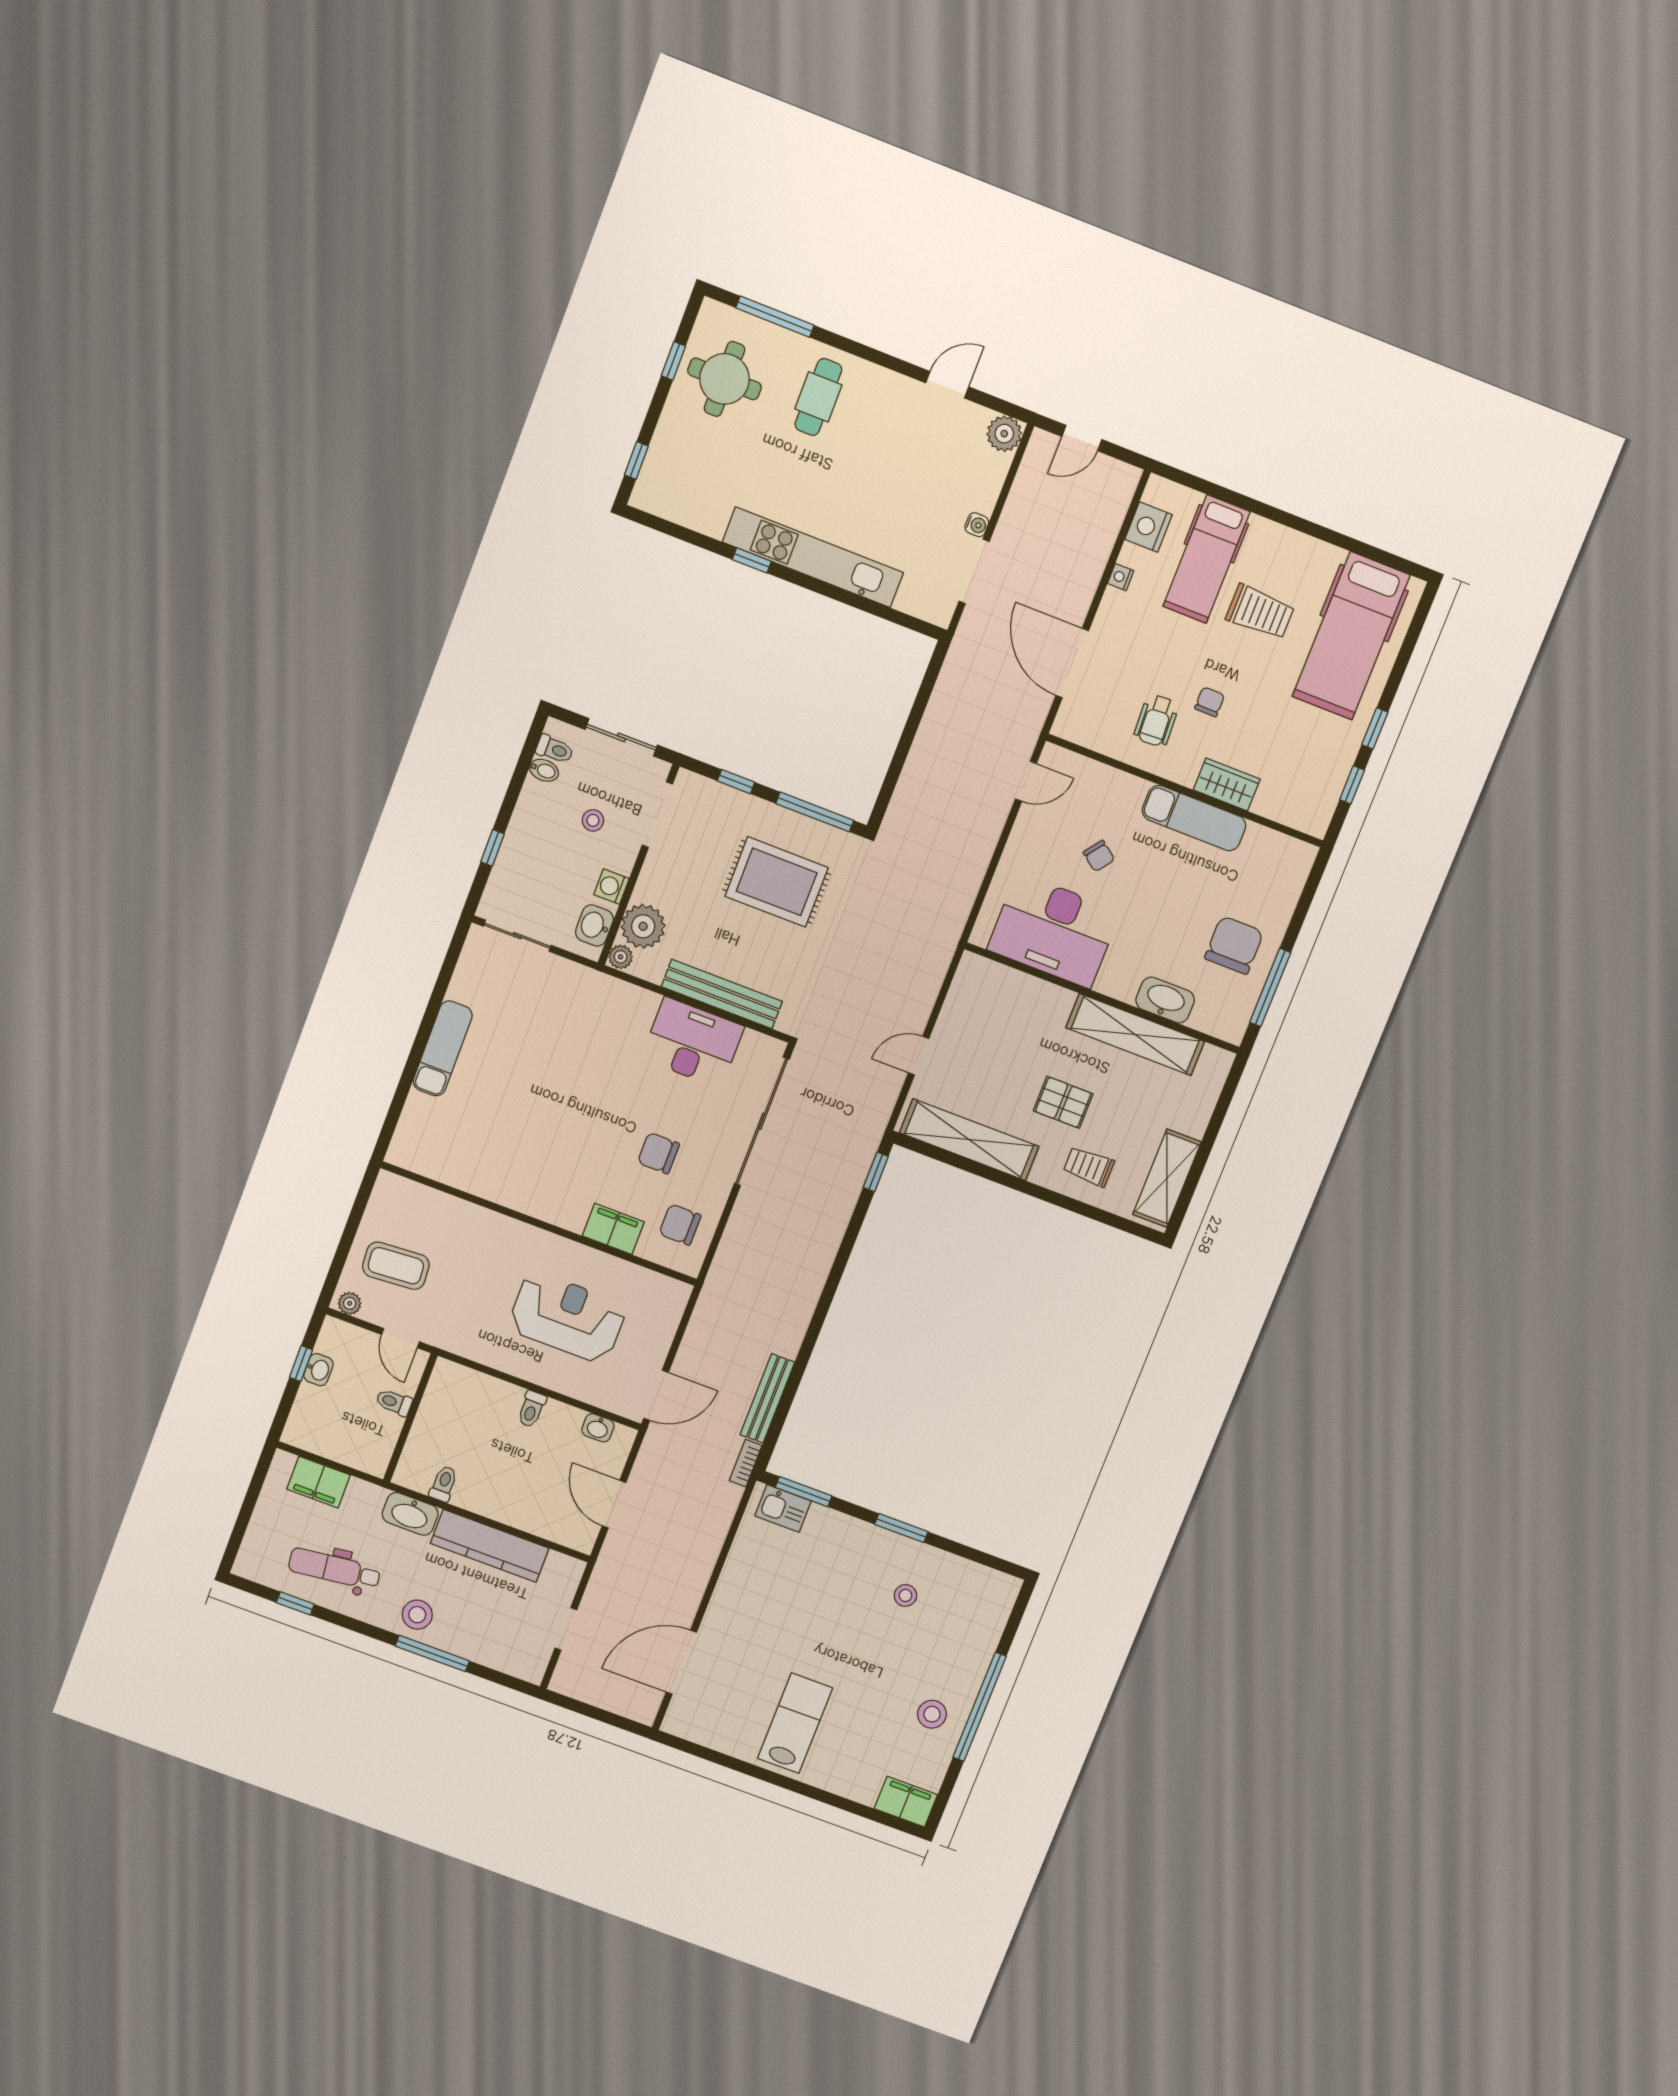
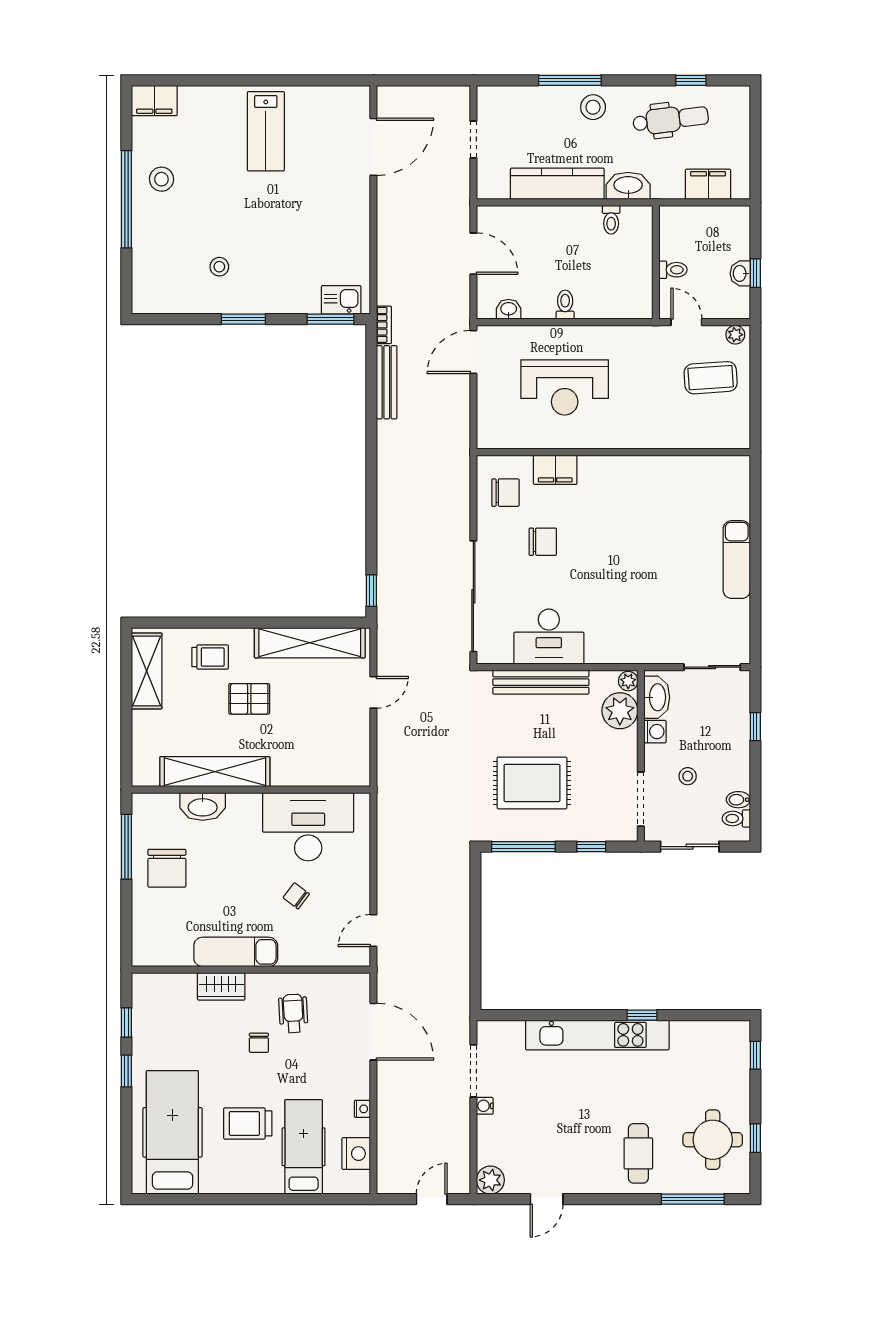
washbasin: (594, 925) -> (657, 697), width x1.38

